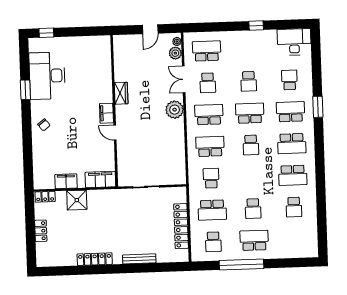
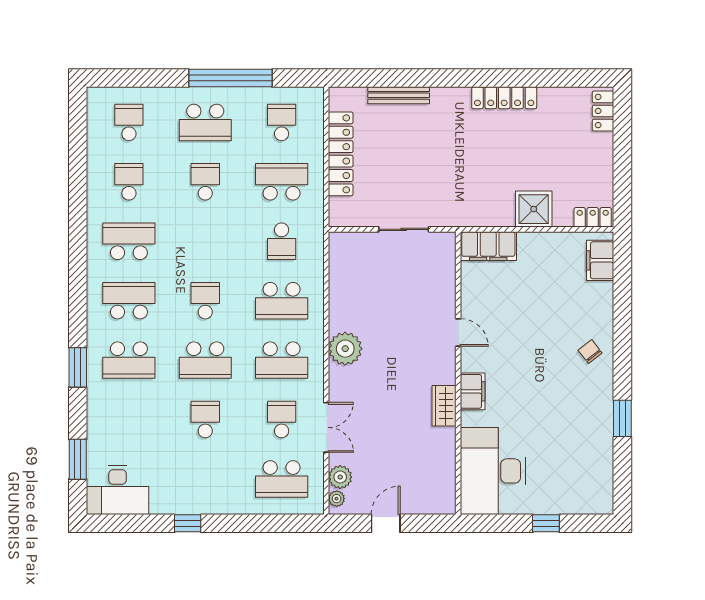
window: (46, 33) -> (546, 523), moved
window: (316, 58) -> (78, 459), added
desk: (47, 76) -> (493, 471), moved, turned 180
school desk: (289, 80) -> (129, 122), moved, turned 180
plant: (175, 110) -> (345, 349), moved
filing cabinet: (106, 113) -> (473, 391), moved
filing cabinet: (66, 181) -> (600, 260), moved, turned 90
locker: (41, 231) -> (603, 111), moved
bench: (139, 259) -> (399, 95), moved

